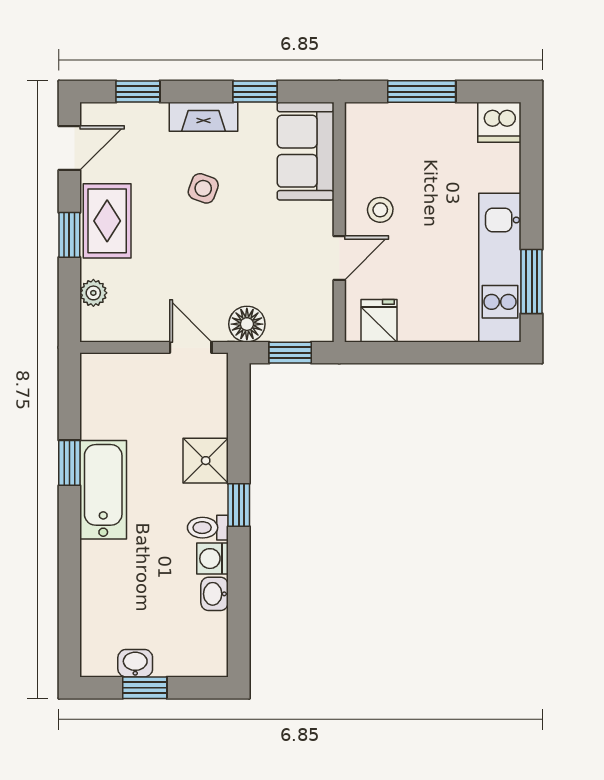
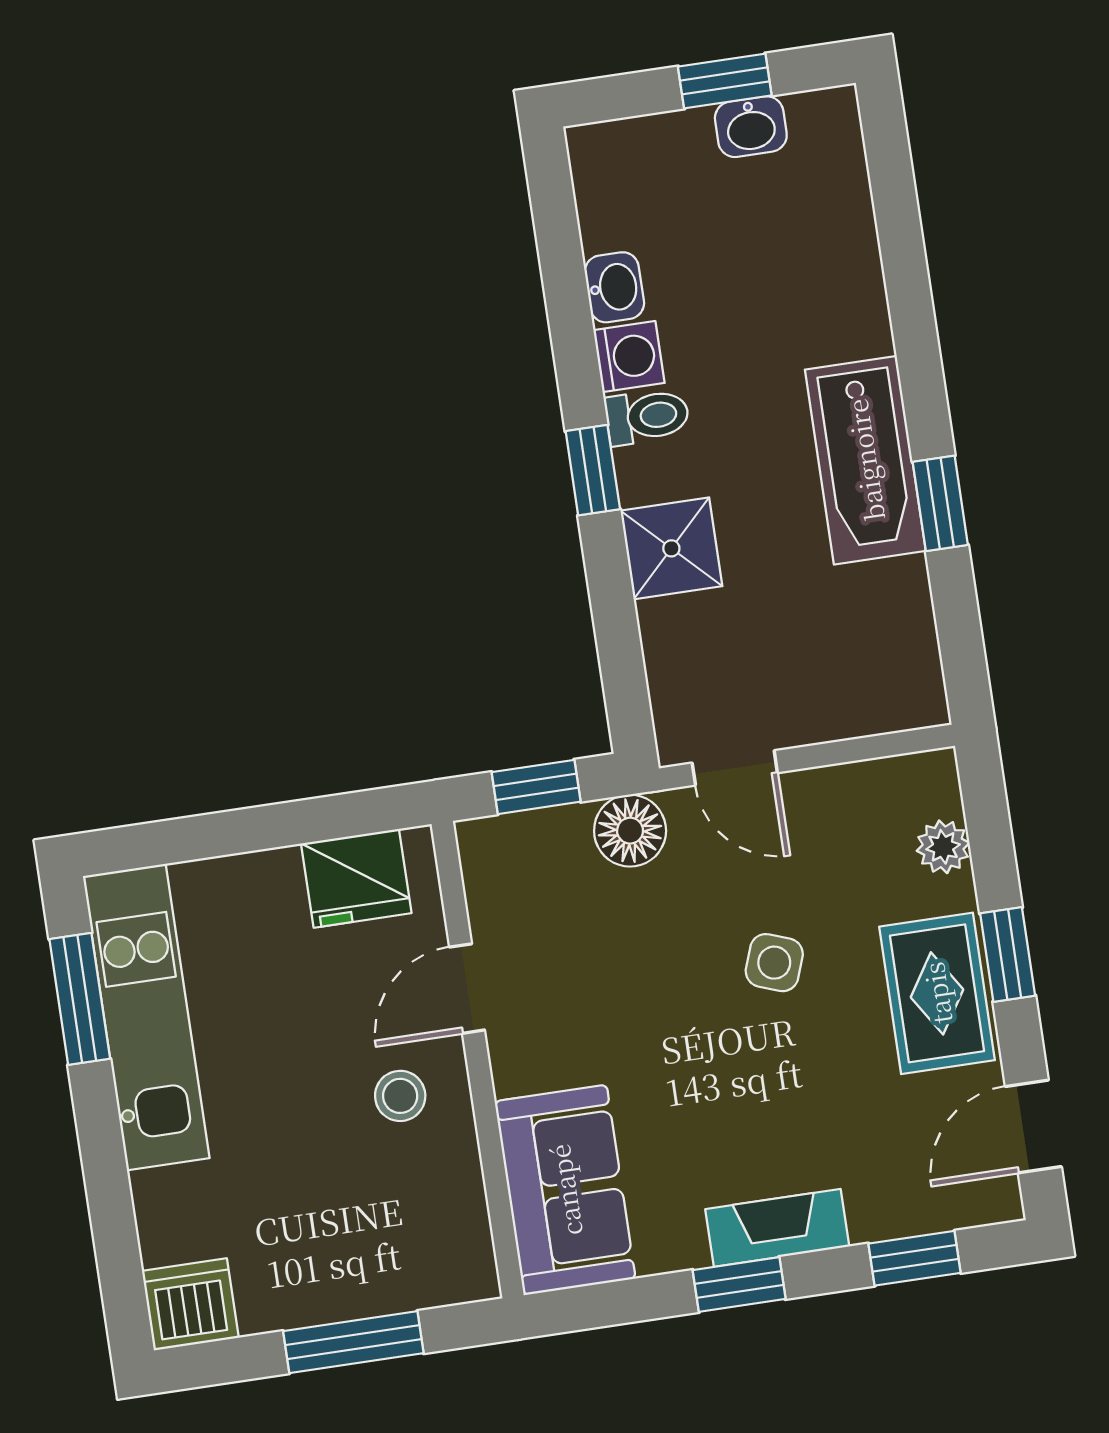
window: (255, 92) -> (739, 1284), moved
side table: (203, 188) -> (774, 963), moved
fridge: (379, 321) -> (356, 878), width x1.38

